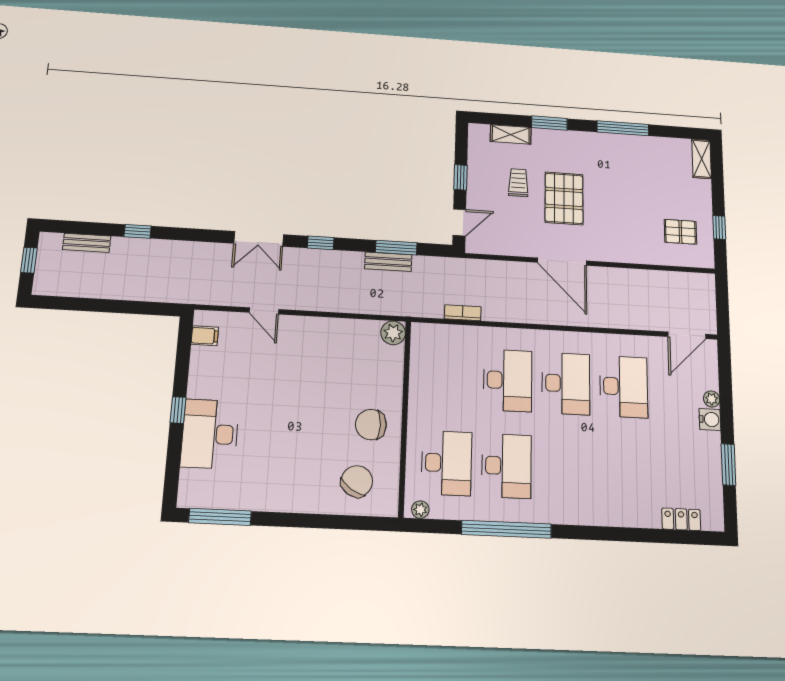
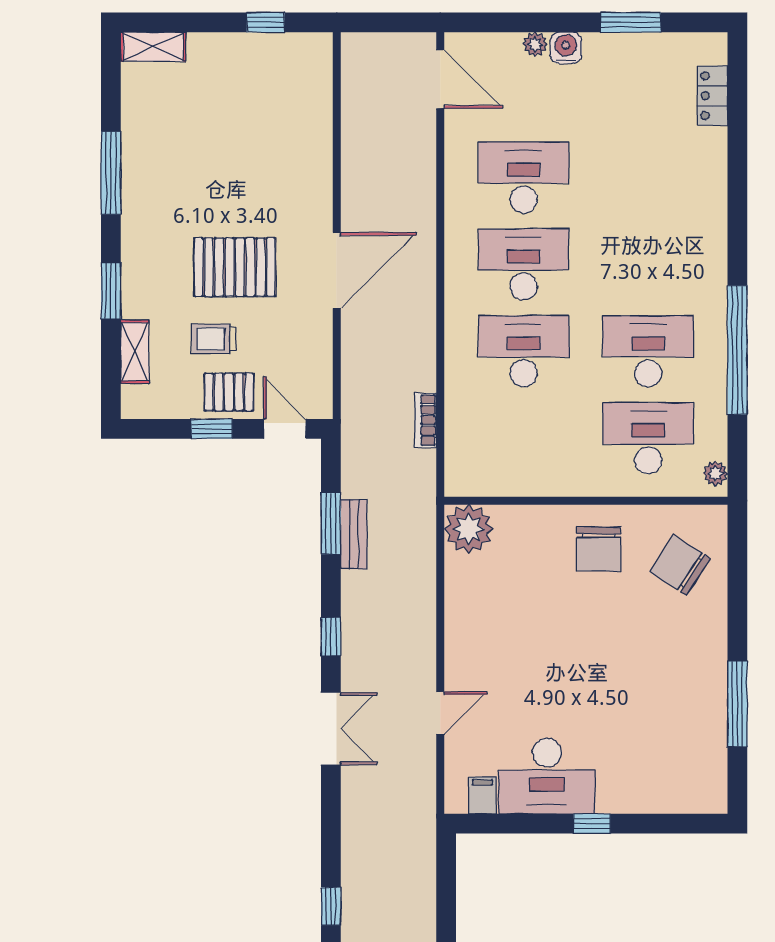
pallet: (680, 232) -> (229, 392), moved, turned 90
plant: (393, 333) -> (469, 529), width x1.36, depth x1.36
desk: (210, 434) -> (547, 776), moved
window: (220, 517) -> (737, 704), moved

